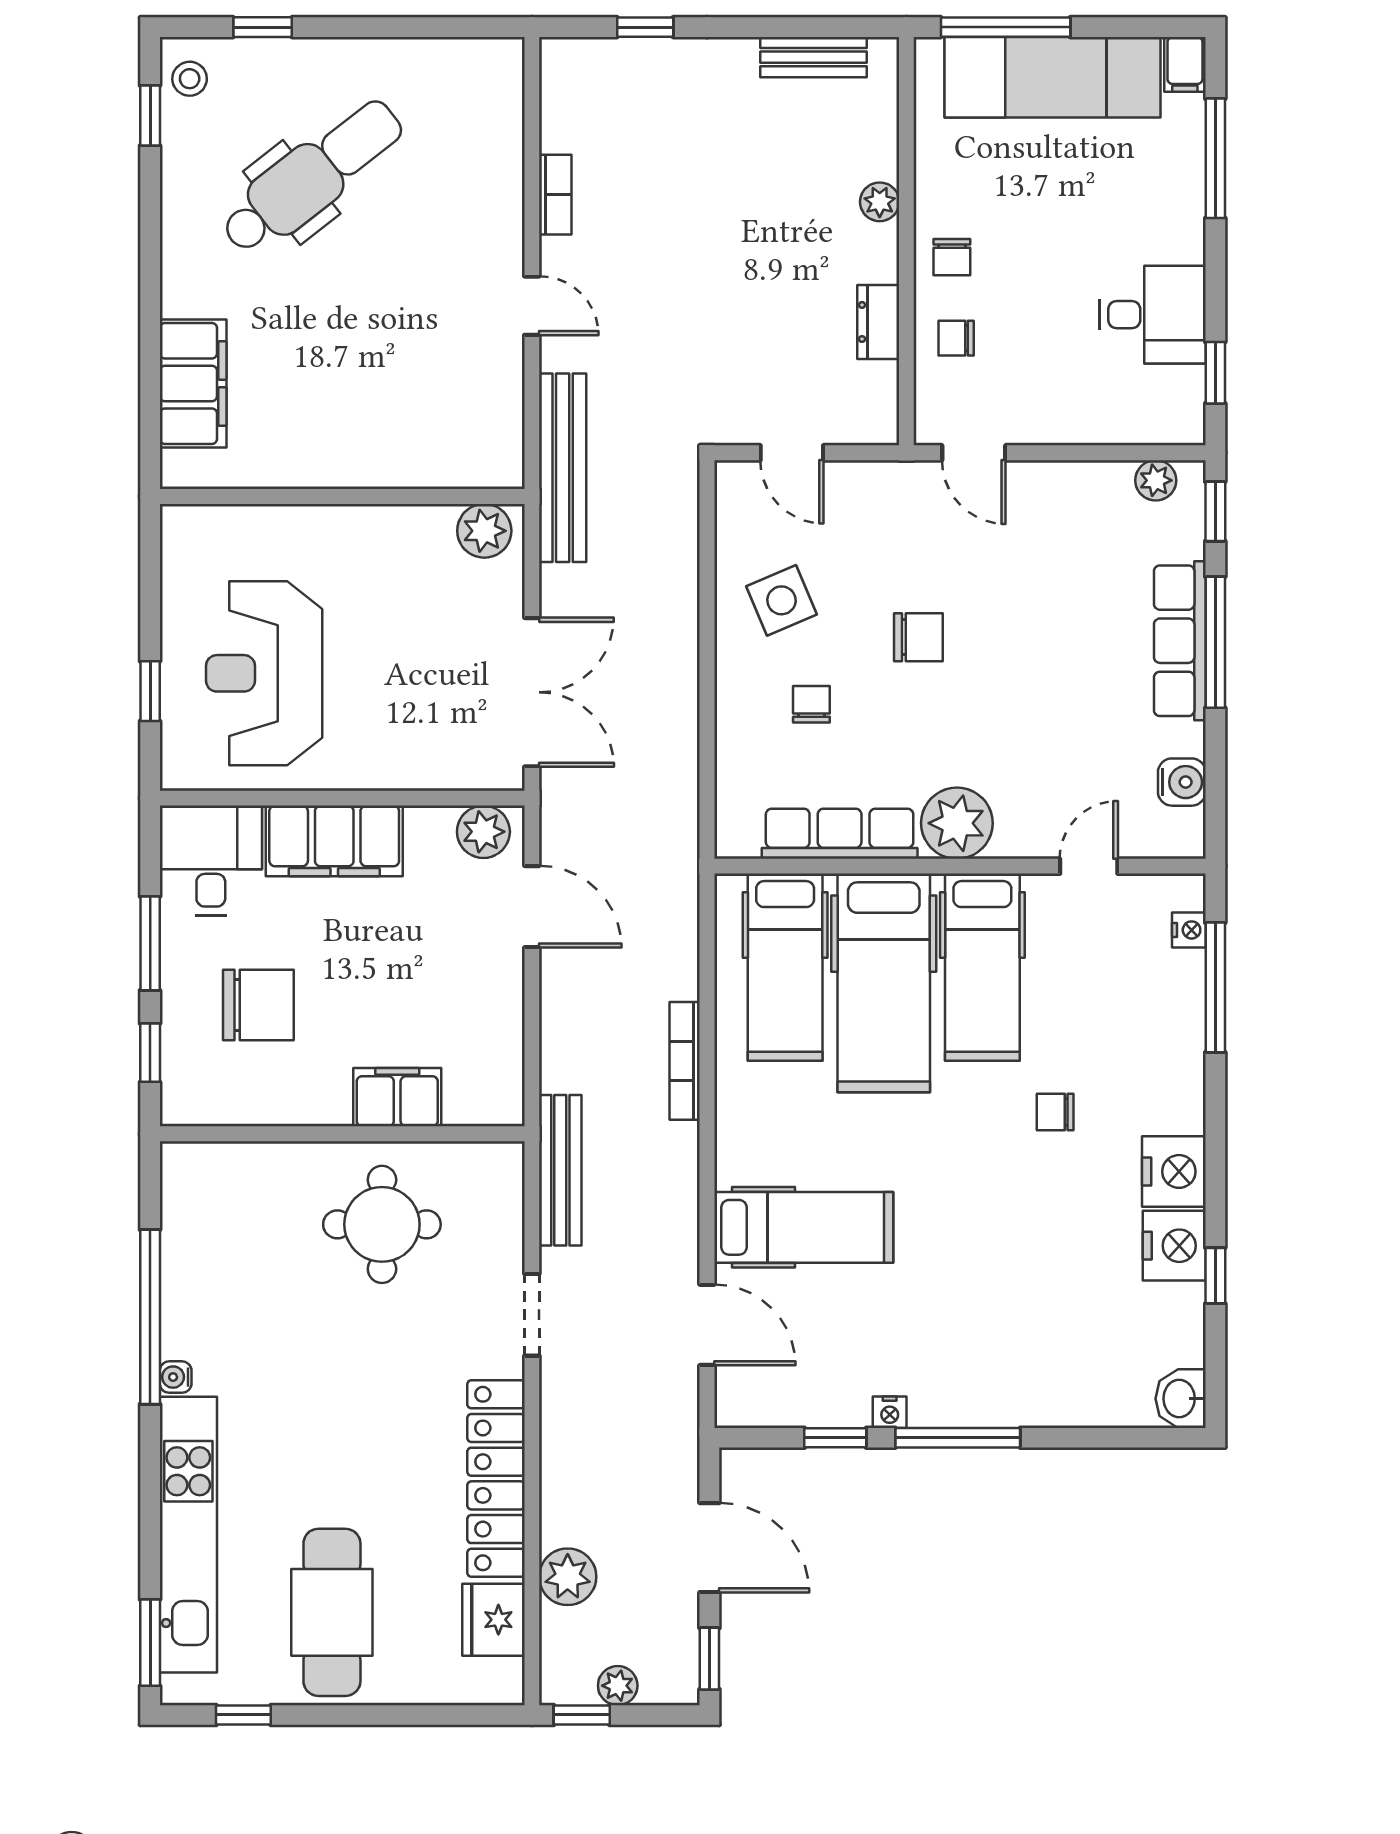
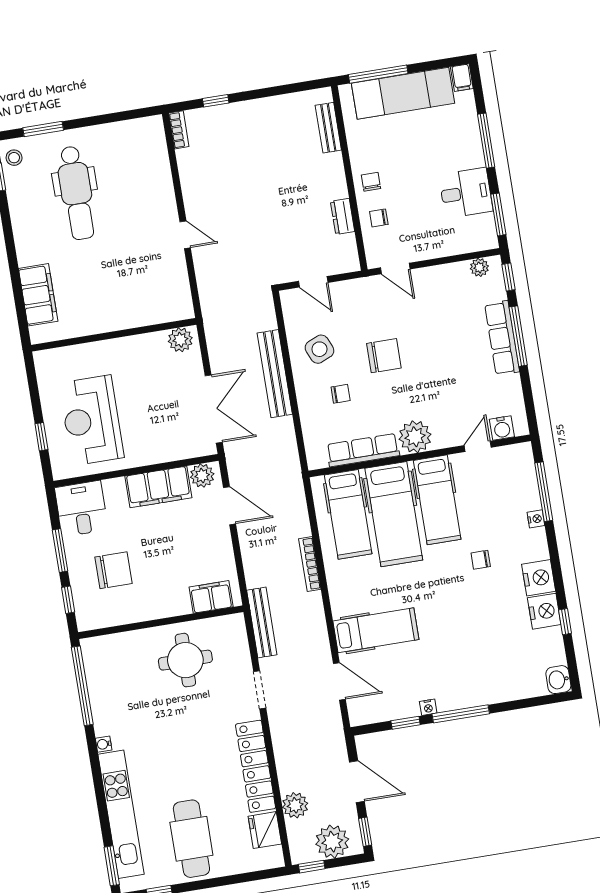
window: (263, 27) -> (43, 129), width x1.50
bench: (814, 57) -> (328, 128), moved, turned 90
window: (1215, 158) -> (486, 141), moved
dental chair: (312, 177) -> (76, 193), turned 128
bookcase: (555, 195) -> (179, 130), moved
plant: (880, 202) -> (334, 162), removed
chair: (952, 257) -> (371, 182), turned 180
window: (1215, 373) -> (498, 214), width x1.50
bench: (563, 468) -> (275, 374), moved
chair: (918, 637) -> (384, 356), width x1.37, depth x1.37
chair: (811, 704) -> (341, 394), turned 90
water cooler: (1182, 782) -> (502, 428), moved, turned 90
filing cabinet: (334, 841) -> (158, 487), moved
nightstand: (1189, 930) -> (536, 519), moved
filing cabinet: (397, 1097) -> (211, 597), moved
window: (150, 1317) -> (82, 686), moved
plant: (618, 1686) -> (332, 842), width x1.88, depth x1.88

